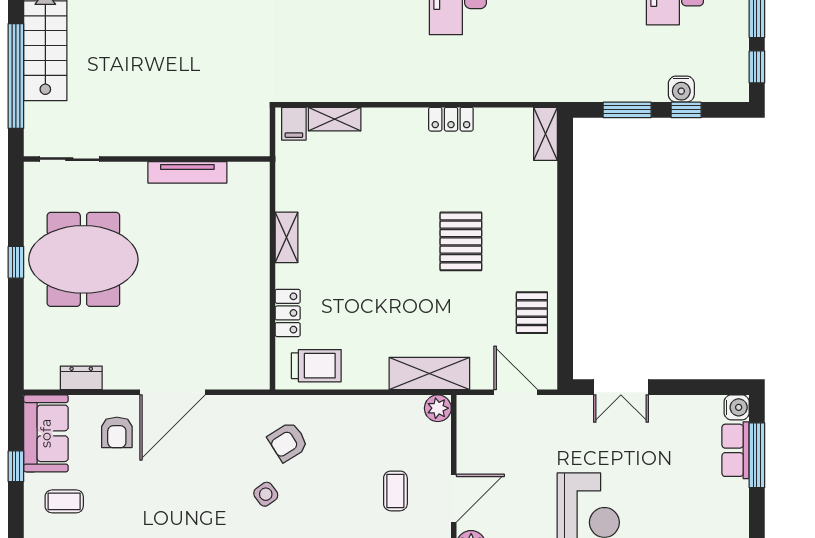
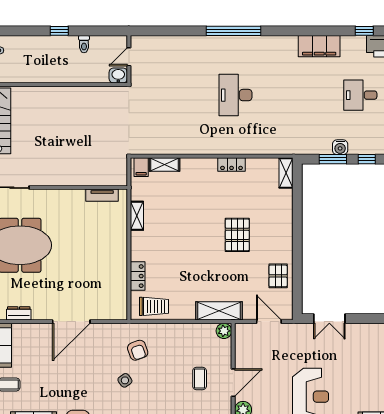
water cooler: (681, 89) -> (340, 147), moved
tv unit: (187, 172) -> (102, 195), moved, width x0.71
shelving: (286, 237) -> (137, 216), moved
armchair: (117, 432) -> (39, 345), removed
armchair: (288, 442) -> (138, 350), turned -78

